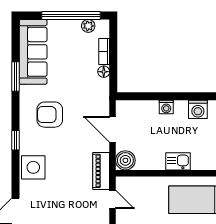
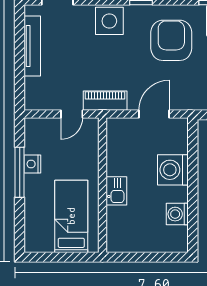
washing machine: (166, 107) -> (173, 170), width x1.89, depth x1.89
armchair: (50, 115) -> (171, 40), width x1.36, depth x1.36
boiler: (125, 160) -> (118, 129), removed

